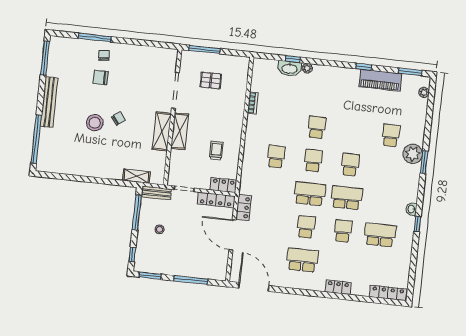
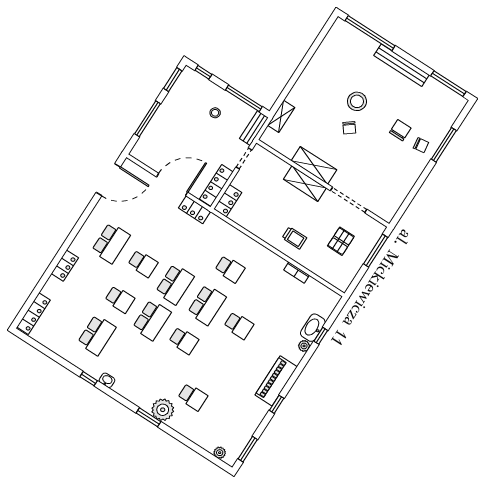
piano: (380, 80) -> (276, 381), moved
trolley: (216, 151) -> (294, 238), moved
school desk: (313, 161) -> (207, 305), width x1.85

